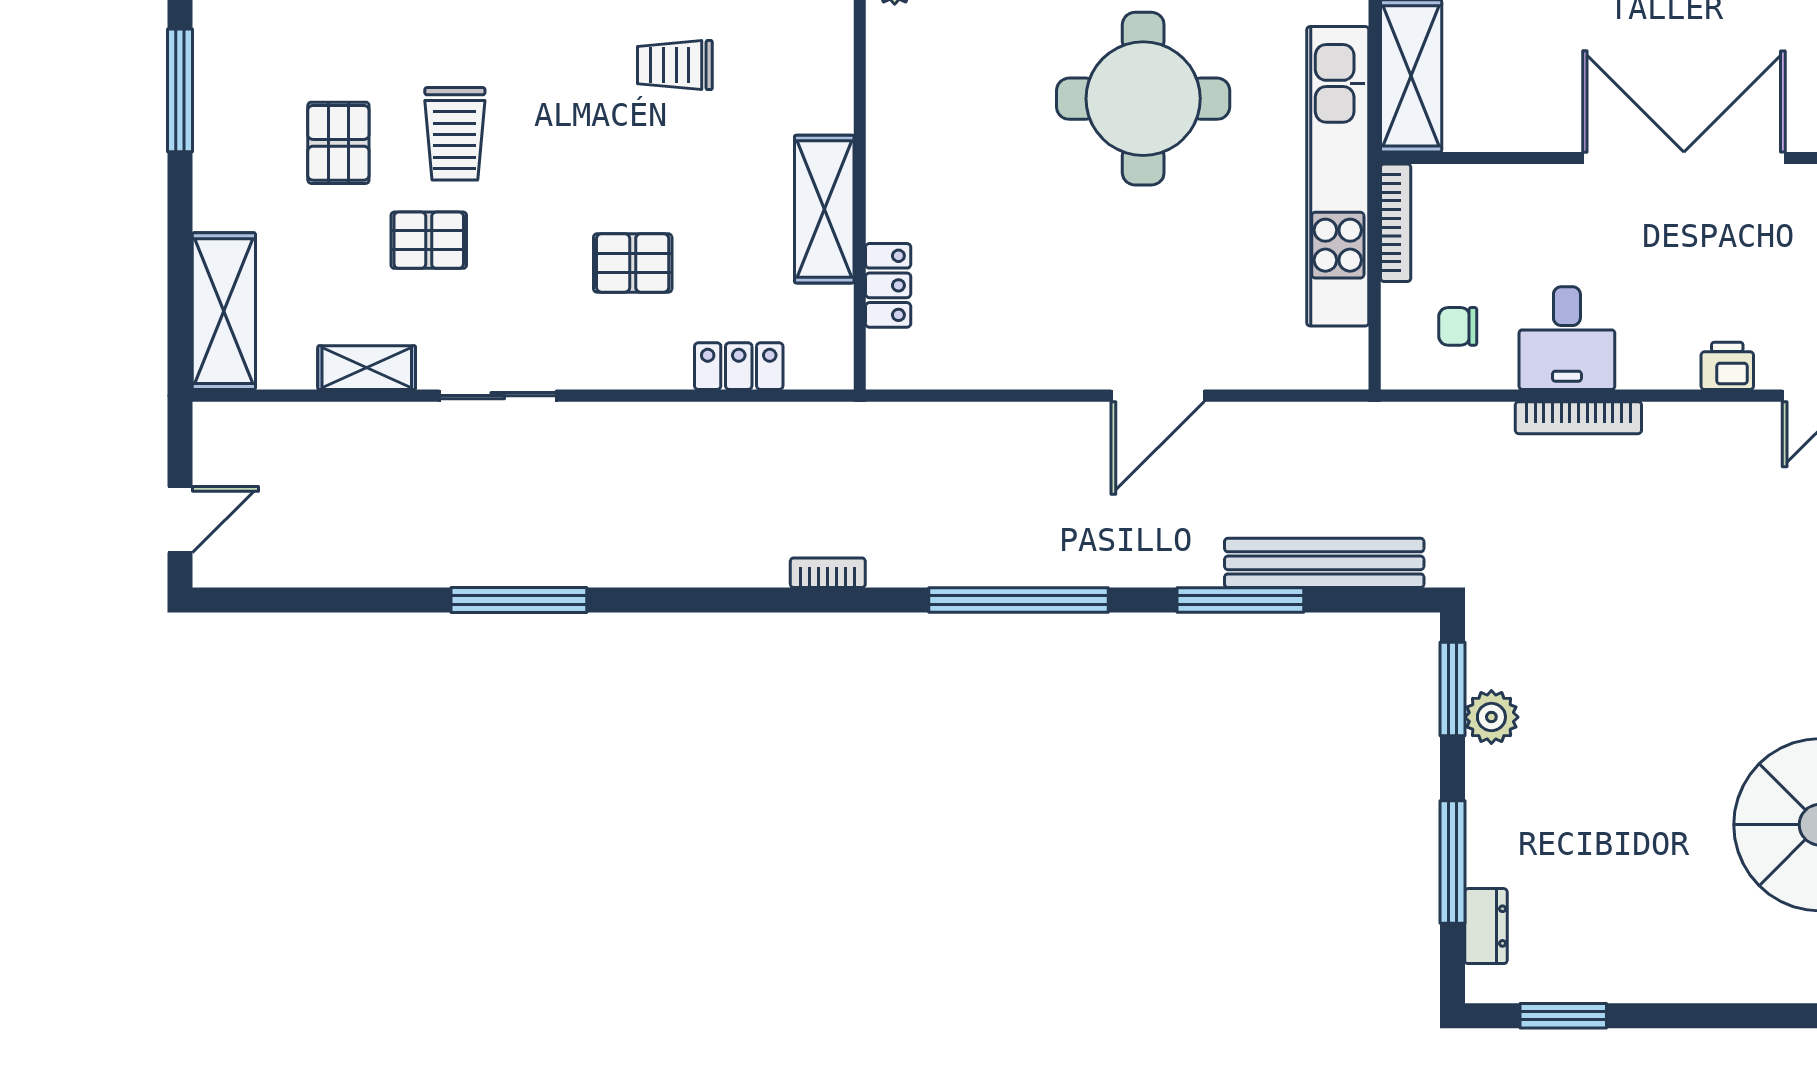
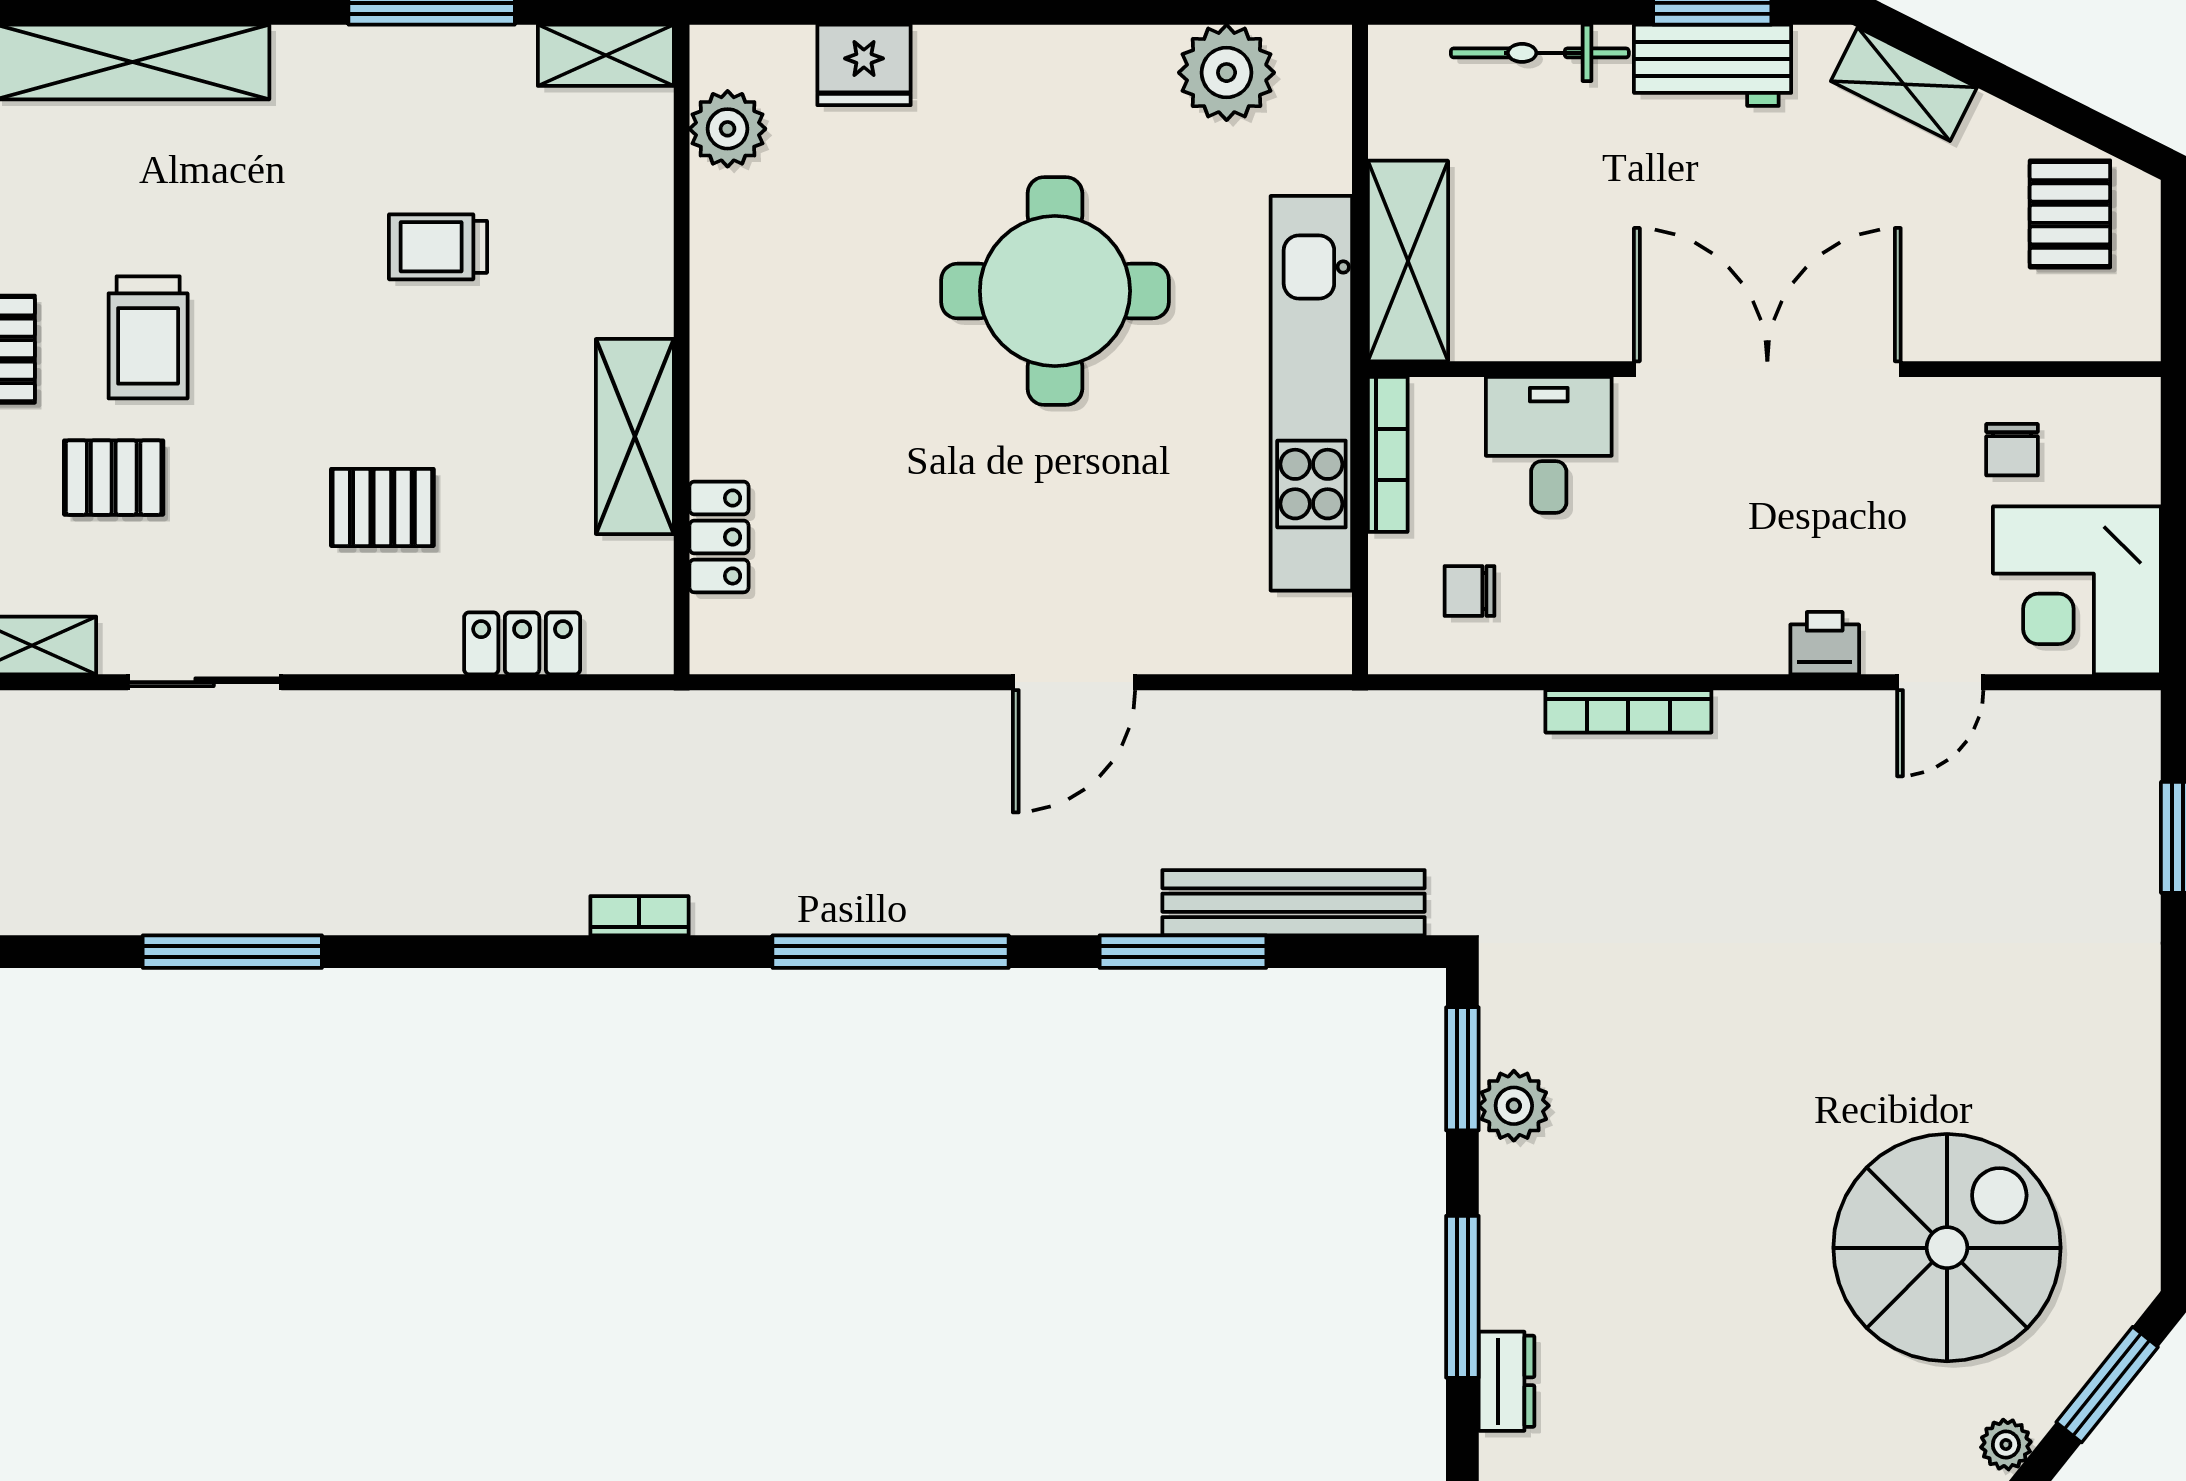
desk: (1567, 338) -> (1549, 445), moved, turned 180

